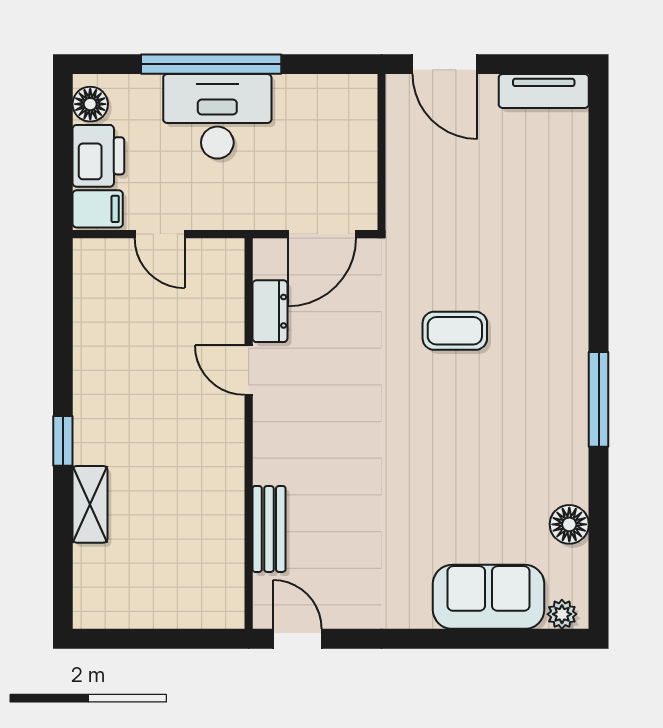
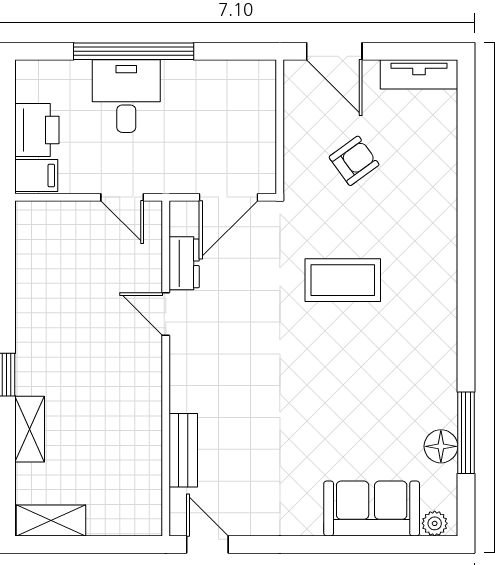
floor lamp: (90, 104) -> (30, 86), removed
desk: (217, 116) -> (126, 96), width x0.73
armchair: (468, 192) -> (354, 161), added
door: (160, 234) -> (122, 197), moved
coffee table: (455, 331) -> (343, 280), width x1.36, depth x1.30
window: (599, 399) -> (466, 433), moved
shelving: (115, 611) -> (51, 520), added

